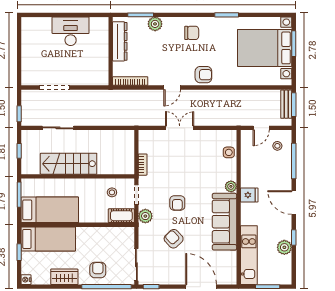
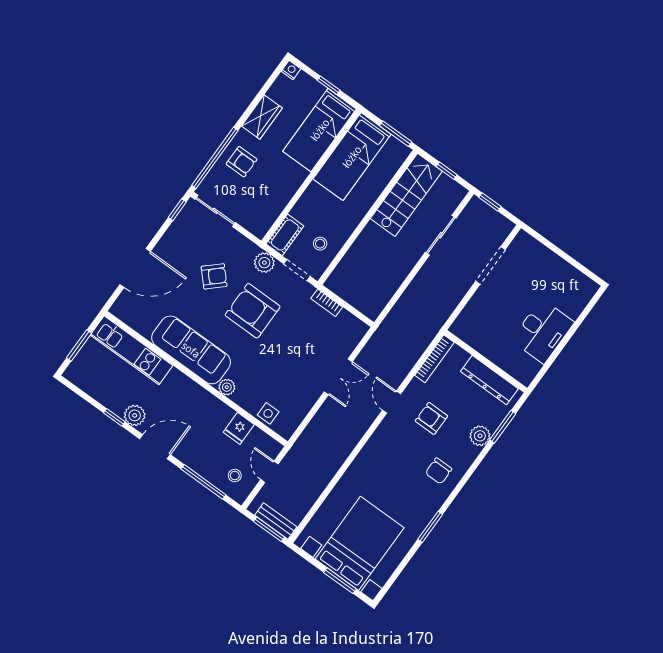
armchair: (203, 75) -> (431, 418), moved, turned 90
stairs: (69, 164) -> (406, 195), moved
fridge: (249, 195) -> (239, 428), moved
armchair: (177, 203) -> (253, 311), width x1.88, depth x1.88
plant: (284, 247) -> (135, 415), moved

